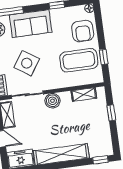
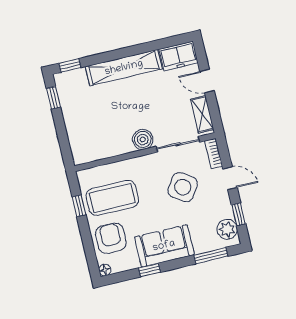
sofa: (31, 24) -> (164, 246), moved
shelving: (84, 94) -> (101, 152), removed
window: (111, 113) -> (53, 98), moved

